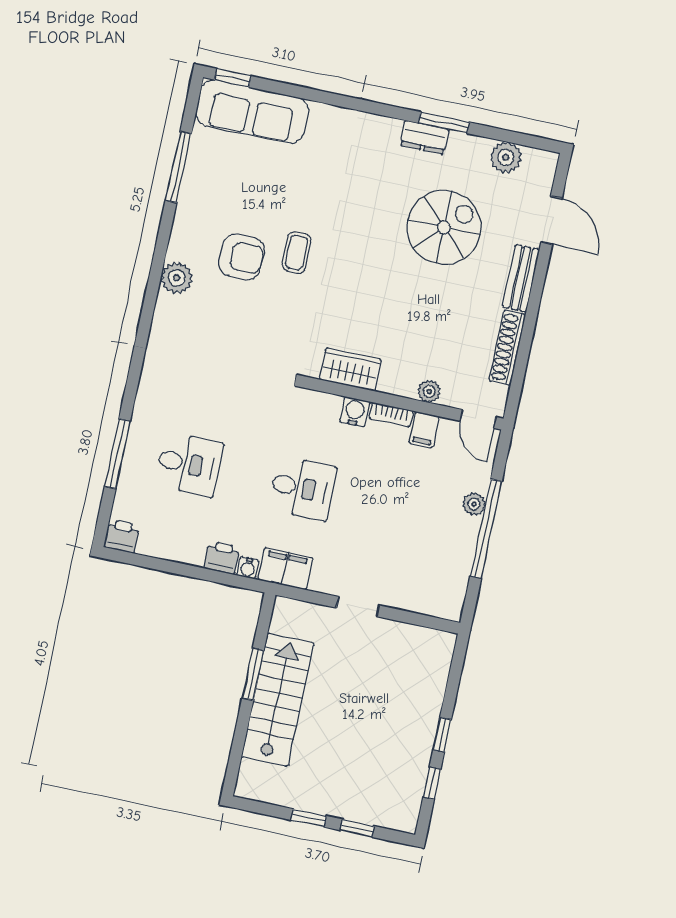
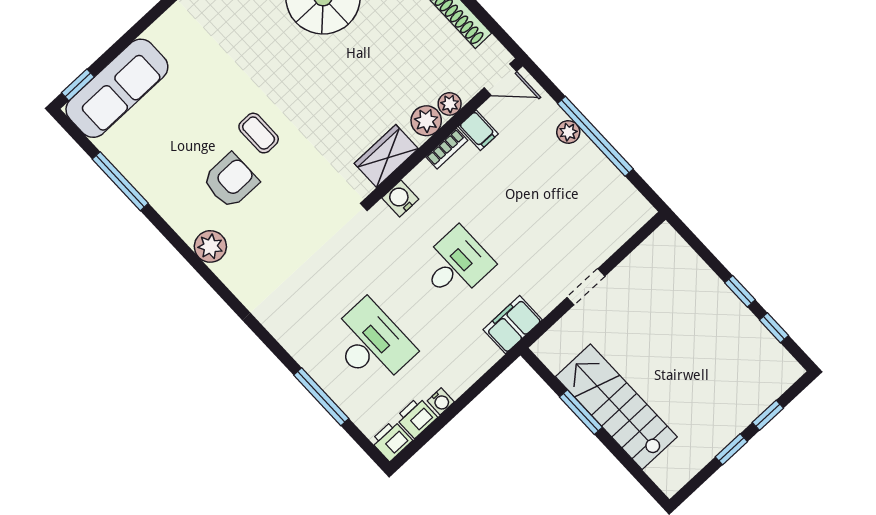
plant: (402, 382) -> (426, 121), added
water cooler: (355, 412) -> (400, 199), moved
desk: (189, 464) -> (371, 344), width x1.37
printer: (222, 558) -> (416, 418), moved
water cooler: (248, 568) -> (441, 401), moved

